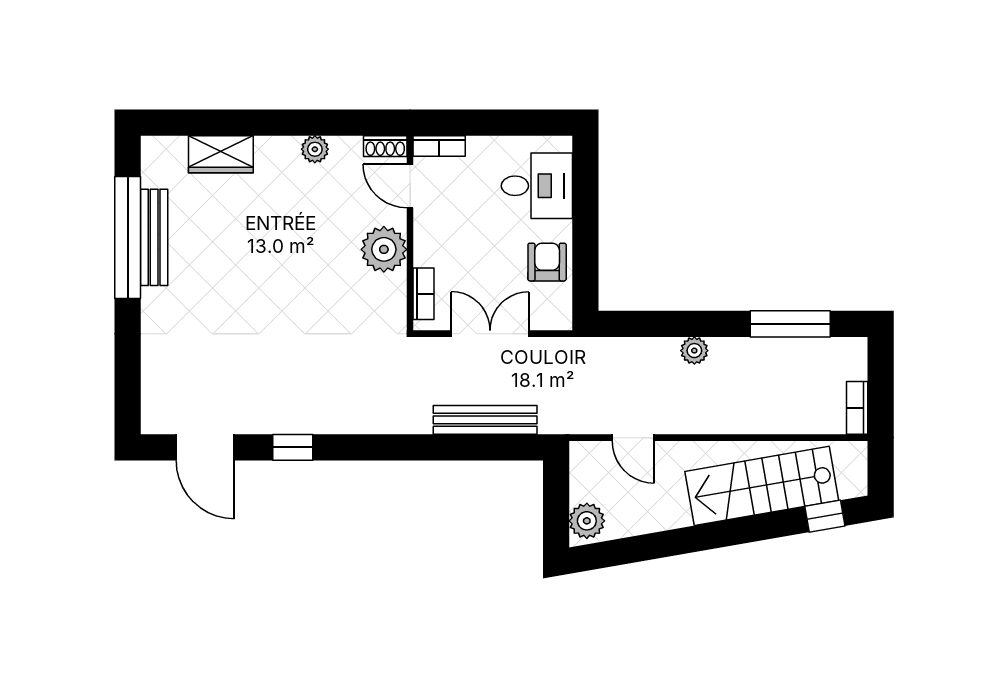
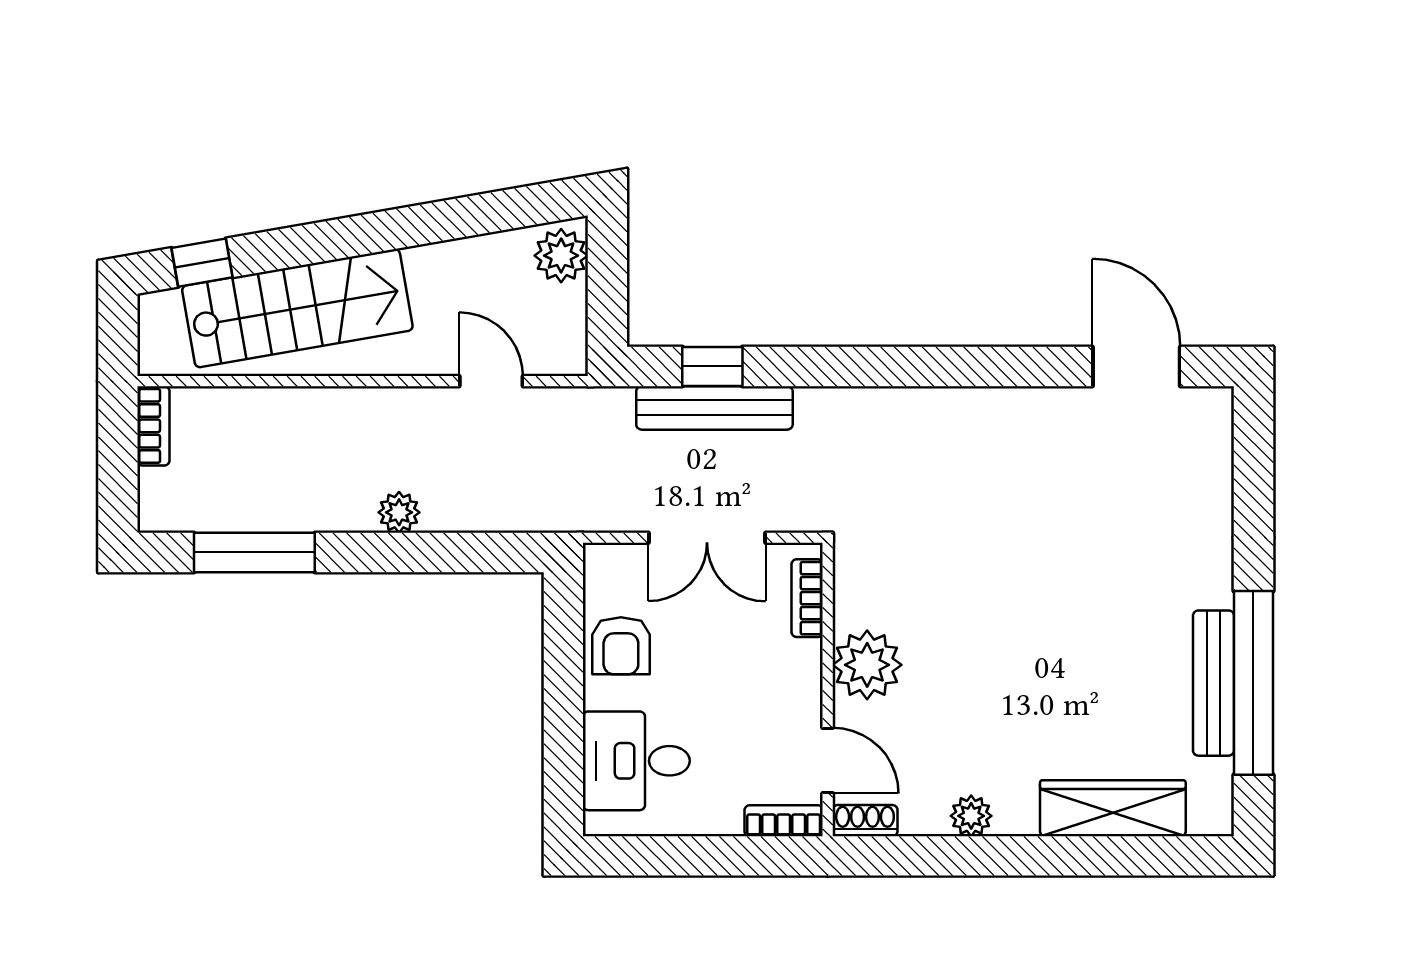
wardrobe: (221, 154) -> (1113, 808), width x1.50
window: (293, 447) -> (712, 366), moved

